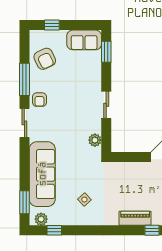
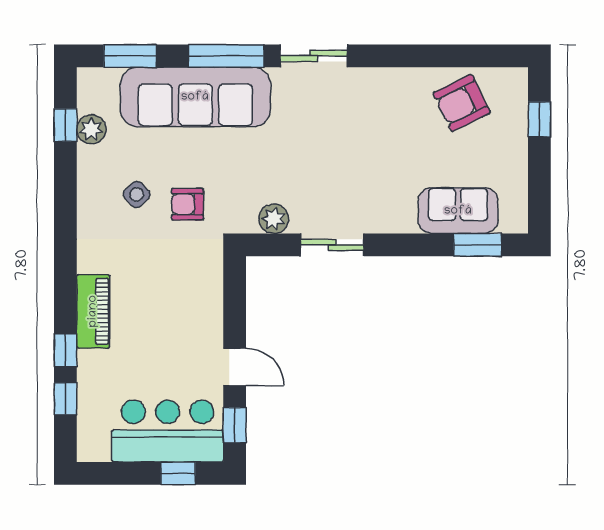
sofa: (84, 40) -> (458, 211), moved, turned 90
window: (24, 79) -> (226, 56), moved
armchair: (39, 100) -> (187, 204), moved
sliding door: (106, 105) -> (332, 245), moved
plant: (41, 219) -> (91, 129), moved

